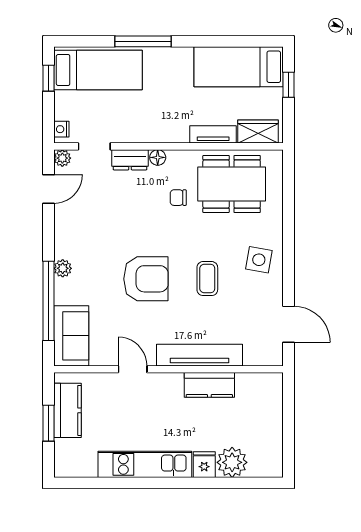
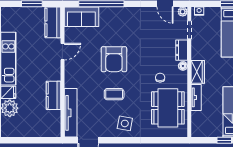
wardrobe: (258, 131) -> (198, 72), moved
plant: (63, 268) -> (120, 12), removed
tv unit: (199, 355) -> (71, 113), moved
kitchen counter: (67, 410) -> (53, 22), moved, turned 90

